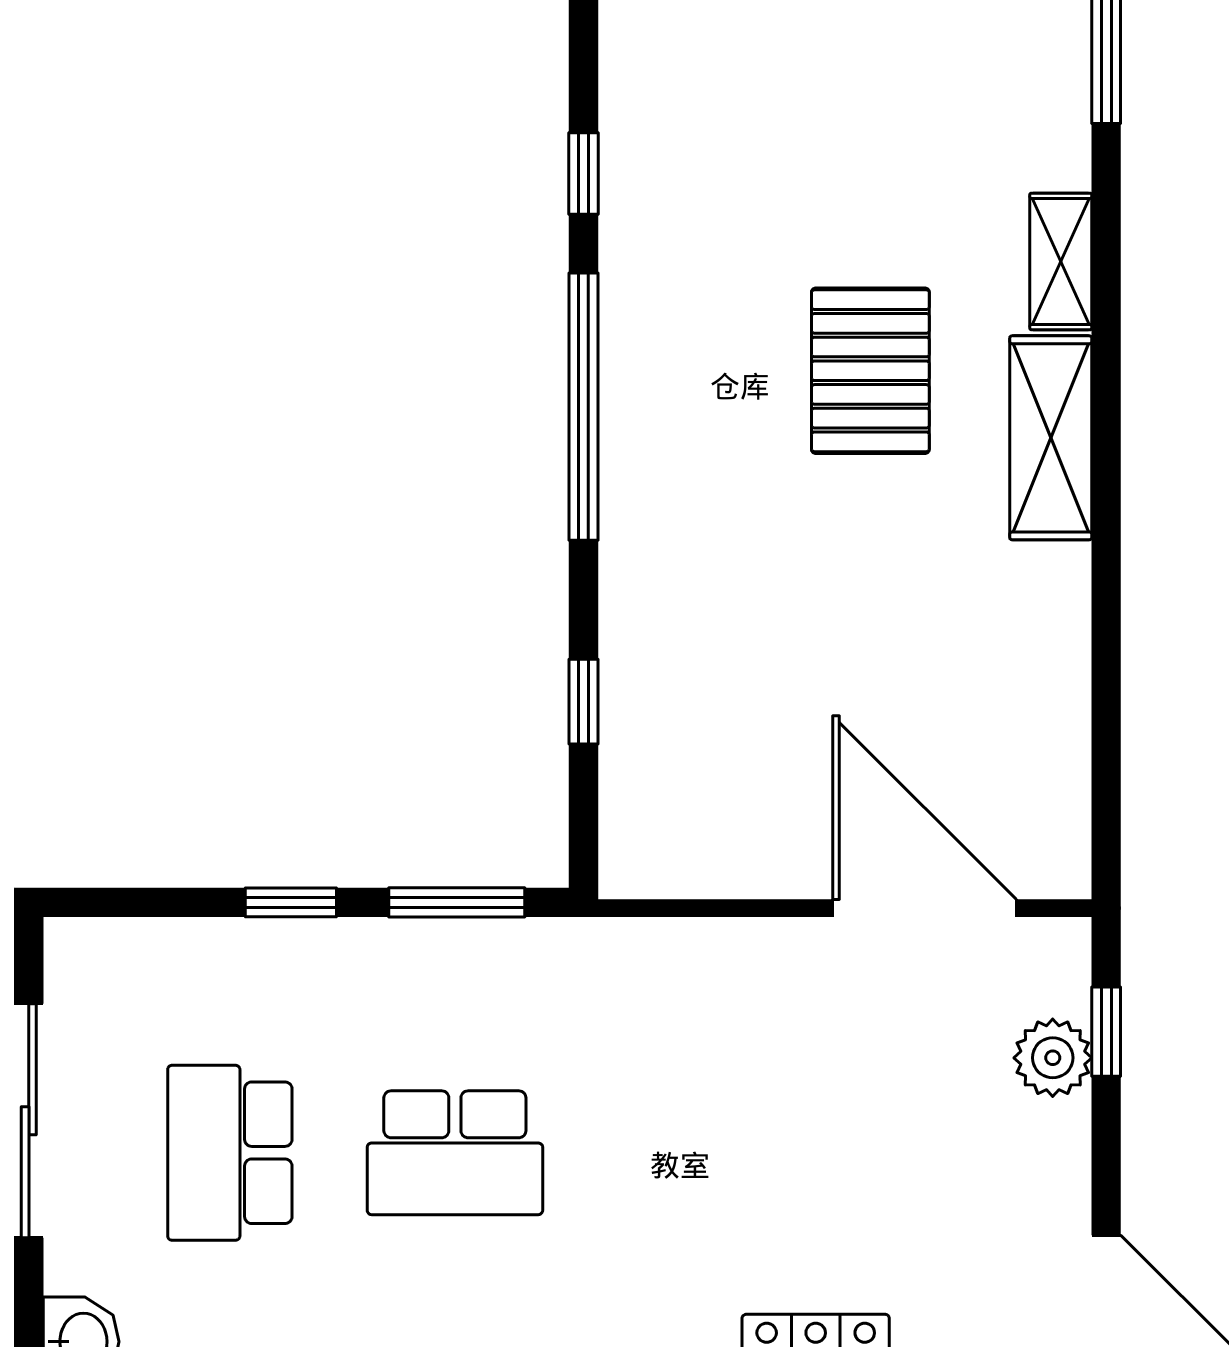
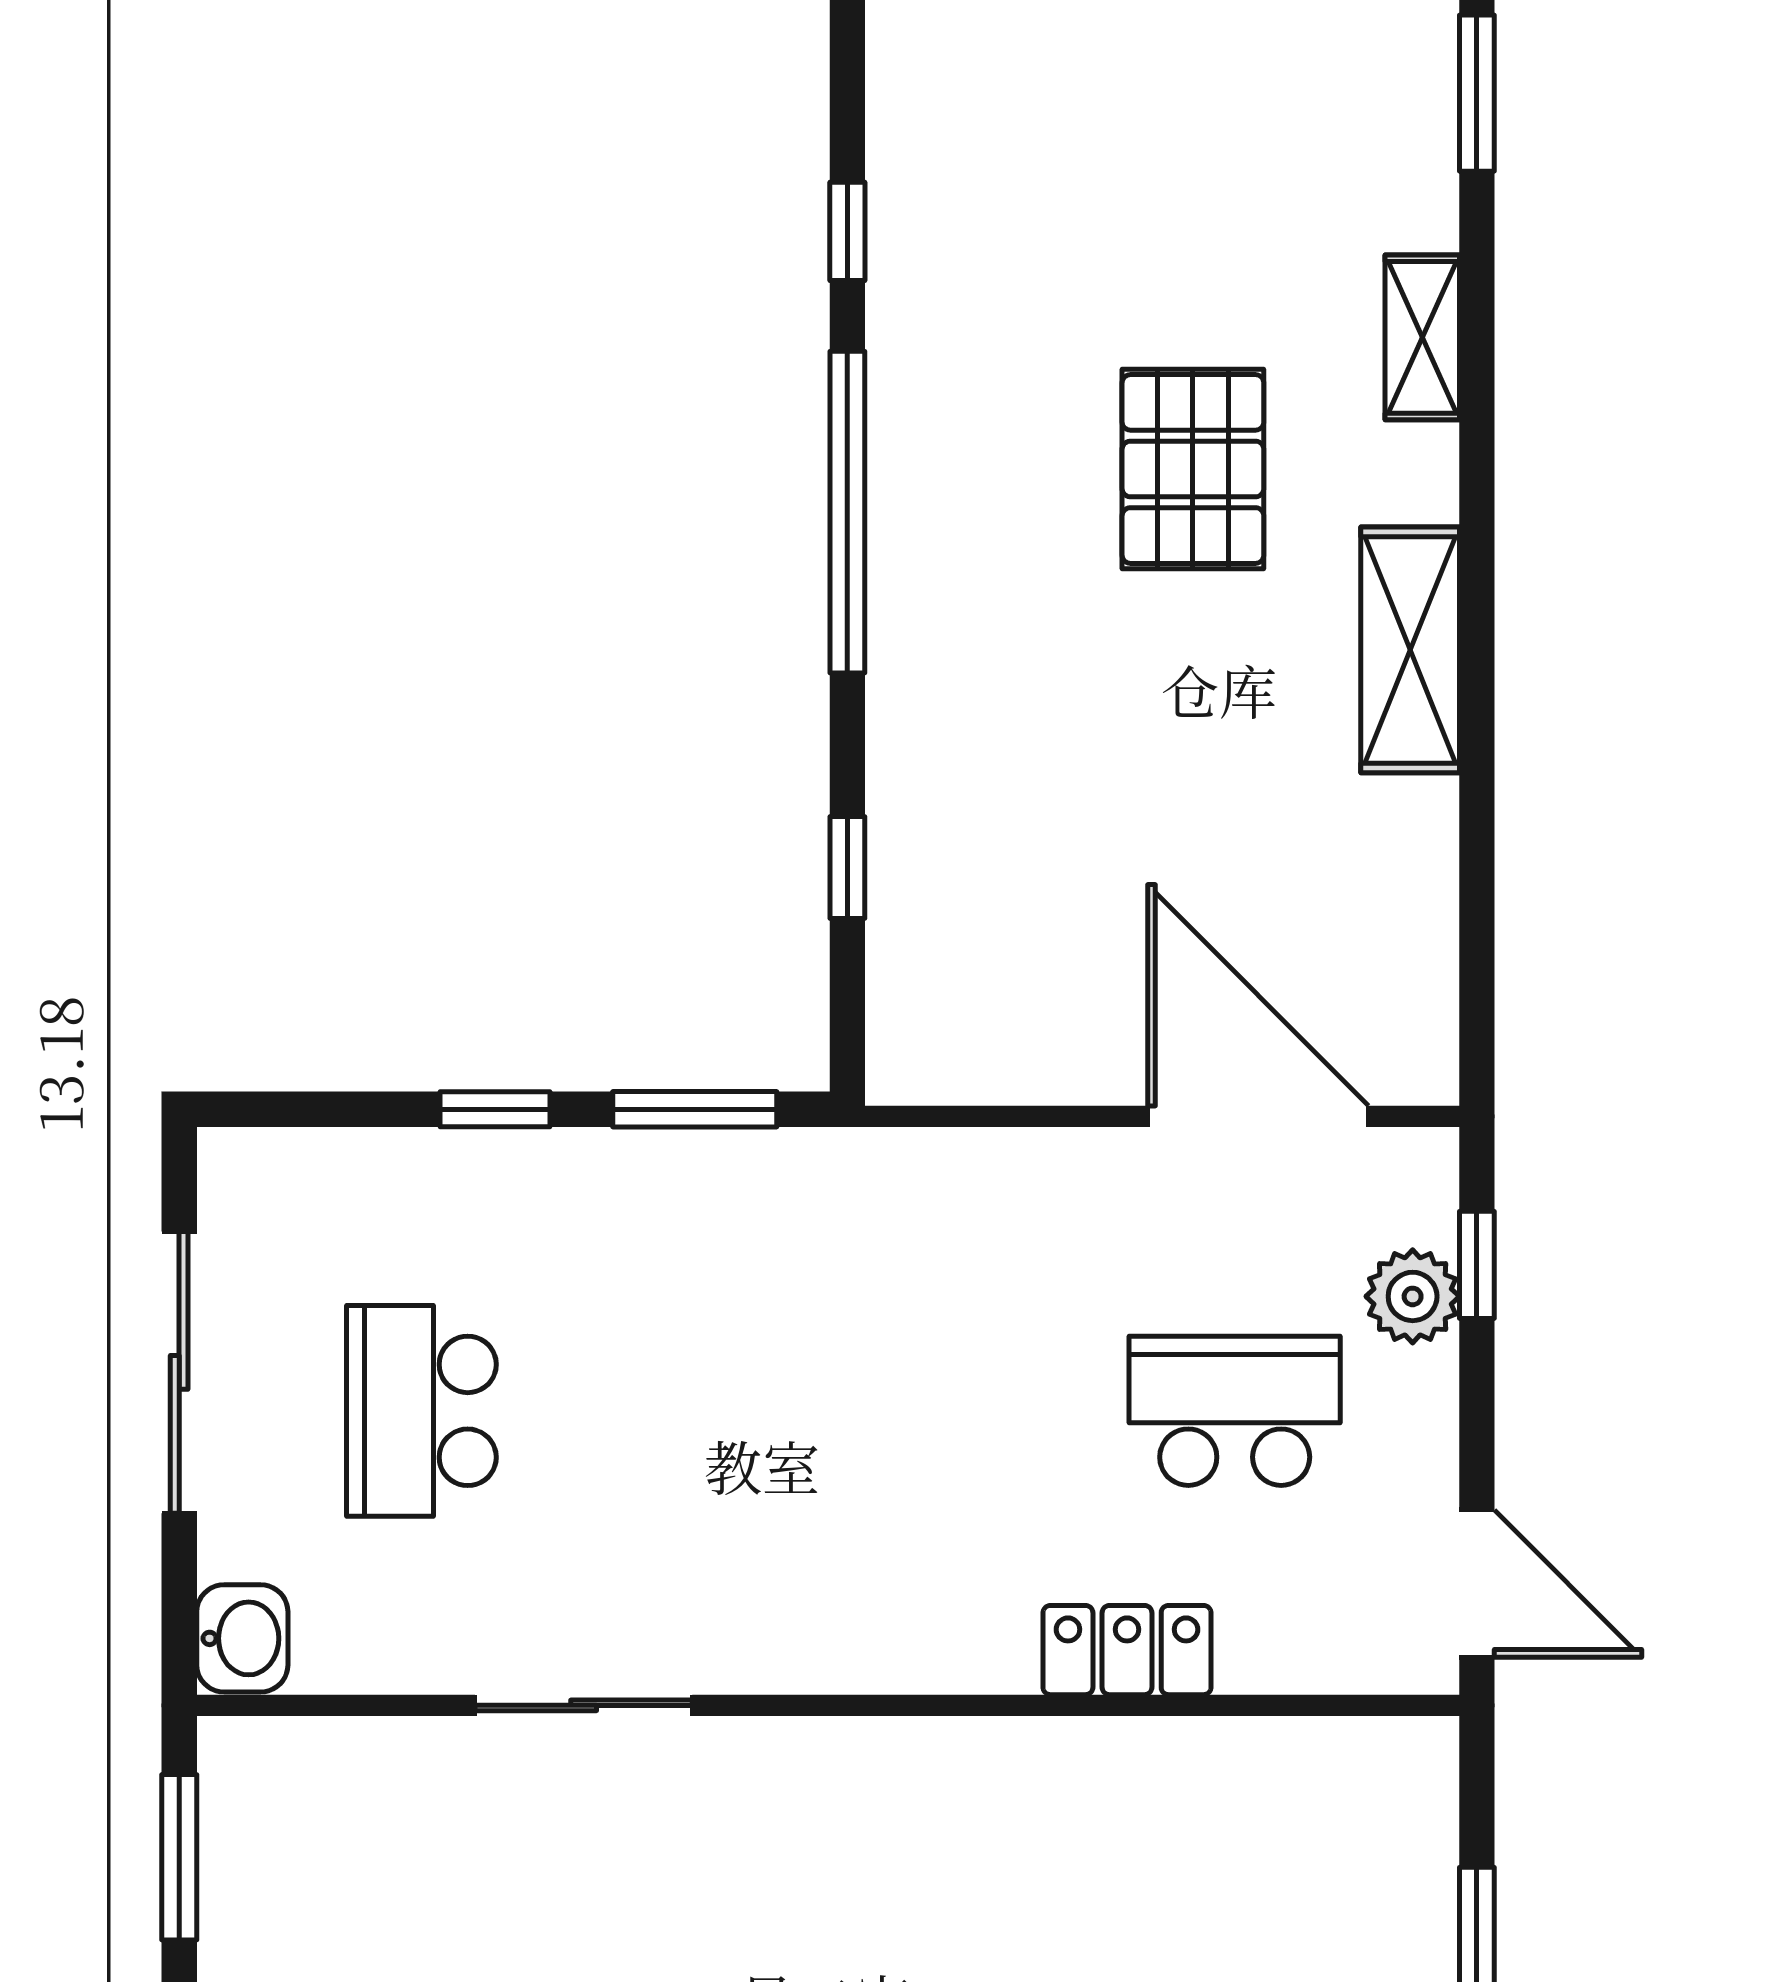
shelving: (1051, 438) -> (1410, 650), moved
school desk: (455, 1153) -> (1235, 1411), moved, turned 180

